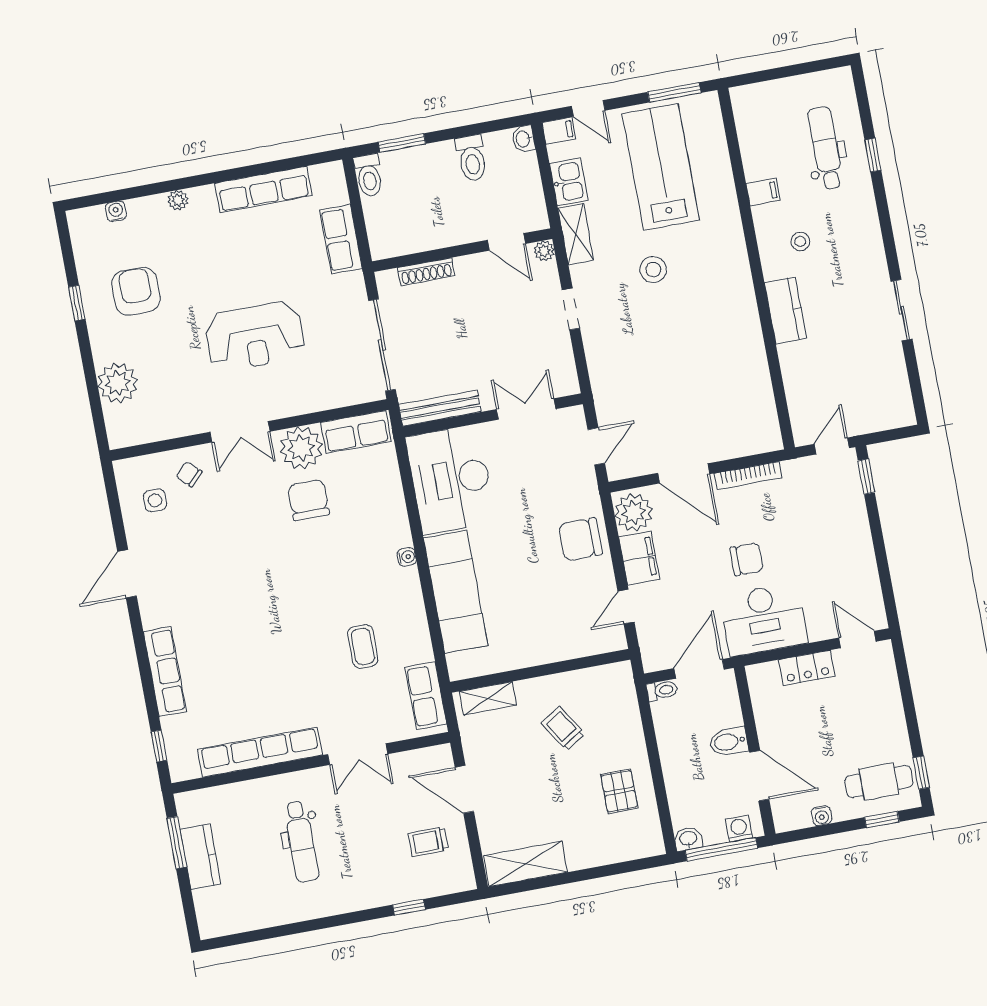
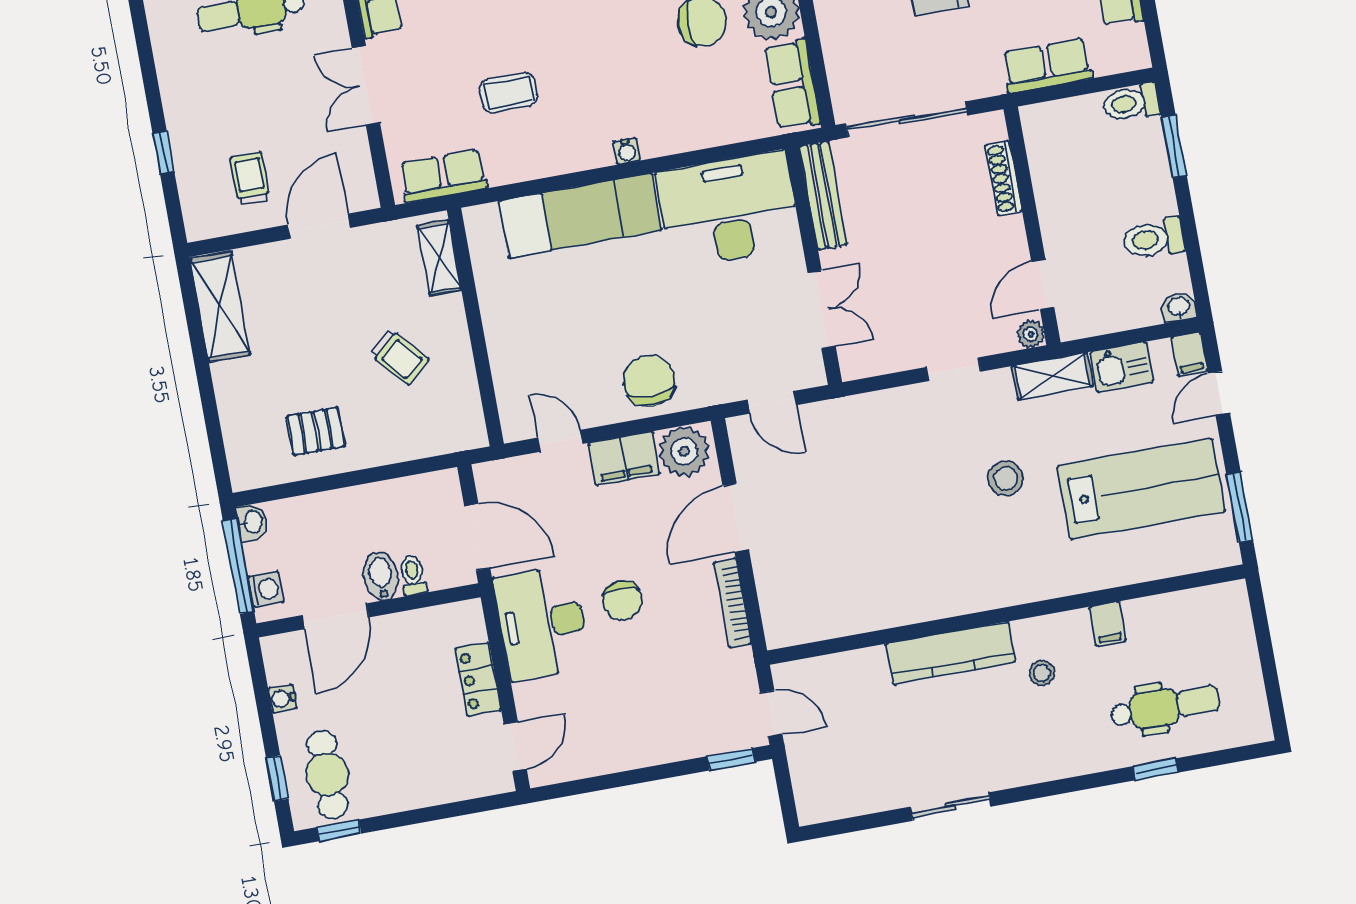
kitchen counter: (785, 311) -> (951, 653), width x1.50
toilet: (662, 690) -> (413, 575), moved, turned 180
trolley: (563, 728) -> (399, 357), turned 81

